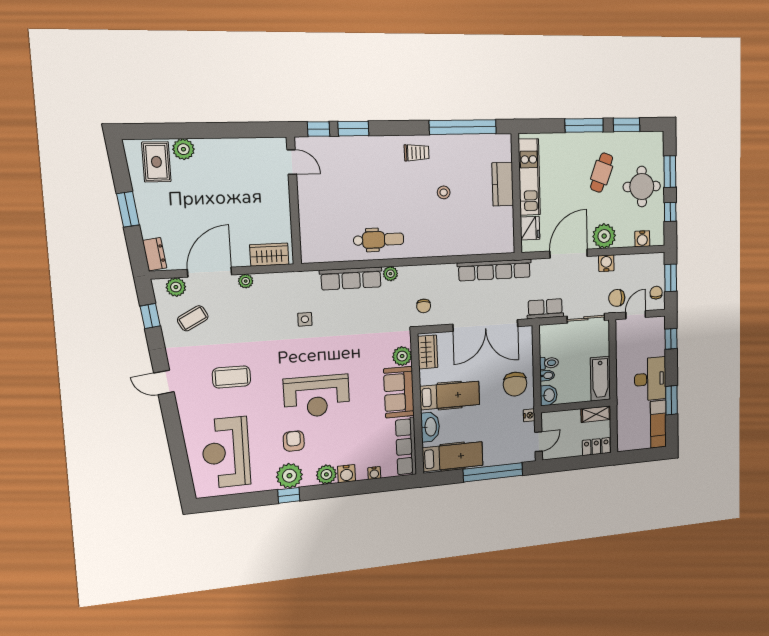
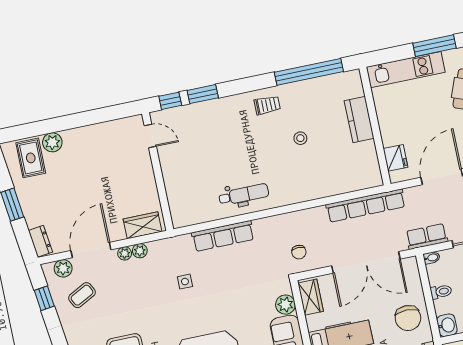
kitchen unit: (529, 177) -> (406, 70), moved, turned 90
plant: (390, 274) -> (140, 251), moved
bidet: (547, 376) -> (432, 258), moved

